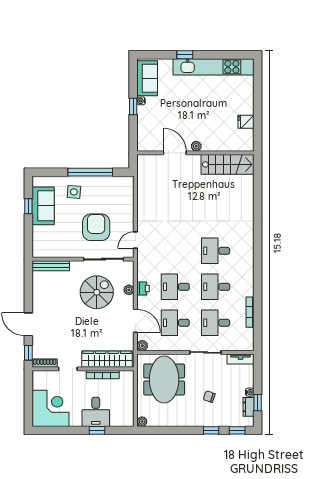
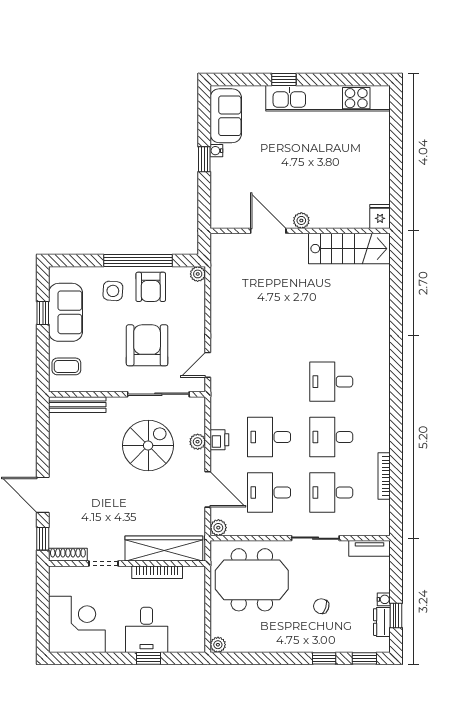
fridge: (246, 122) -> (380, 216), moved, turned 90
plant: (129, 181) -> (198, 274), added
armchair: (98, 189) -> (151, 287), added
coffee table: (44, 241) -> (66, 366), added
meeting table: (164, 379) -> (252, 580), turned 90

